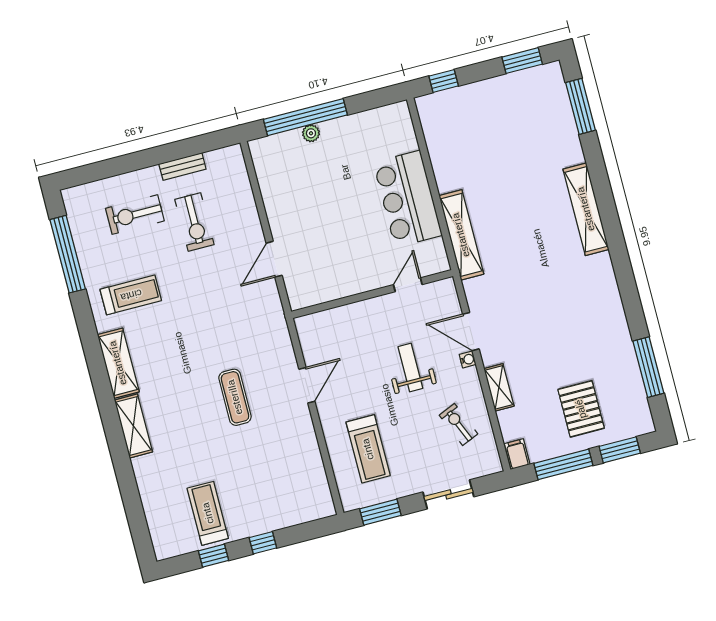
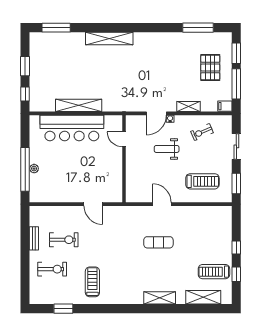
window: (522, 61) -> (25, 66), moved
bar counter: (408, 199) -> (72, 128), width x1.36
exercise bike: (135, 215) -> (52, 269), turned -90
shelving: (461, 235) -> (79, 105), moved
window: (68, 254) -> (63, 309), width x0.47
shelving: (118, 363) -> (203, 297), moved
pallet: (581, 409) -> (210, 67), turned 90

